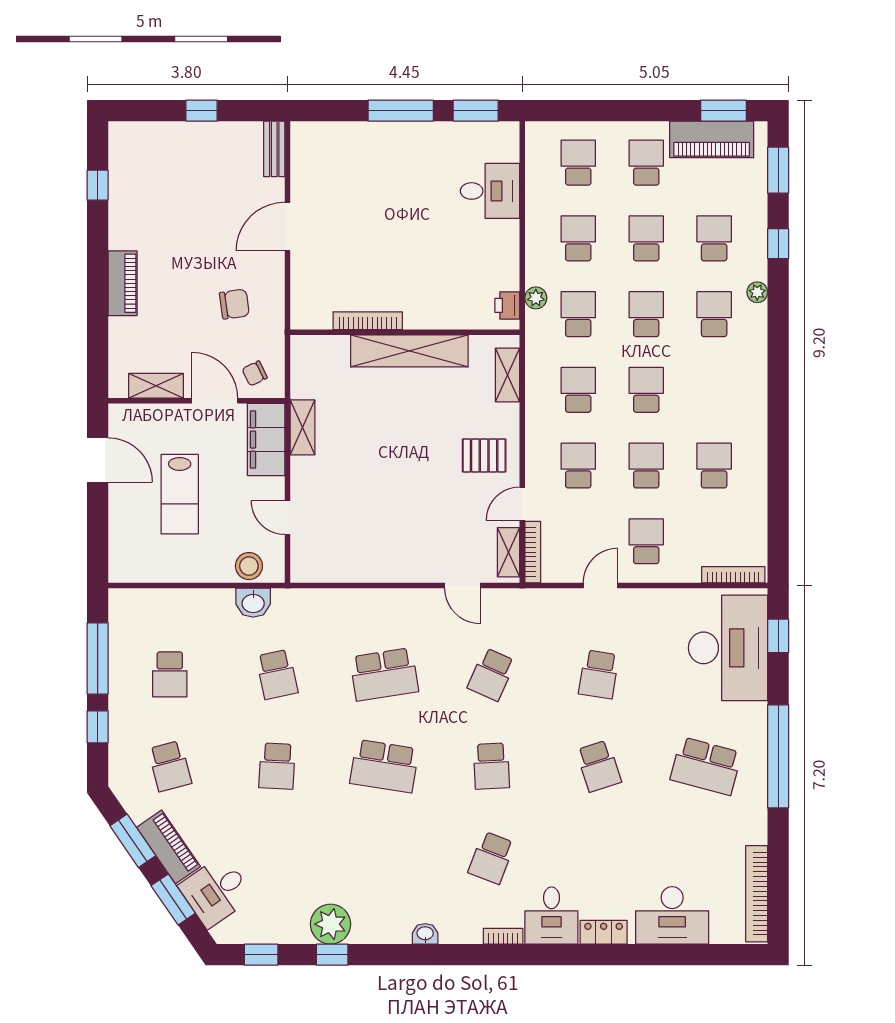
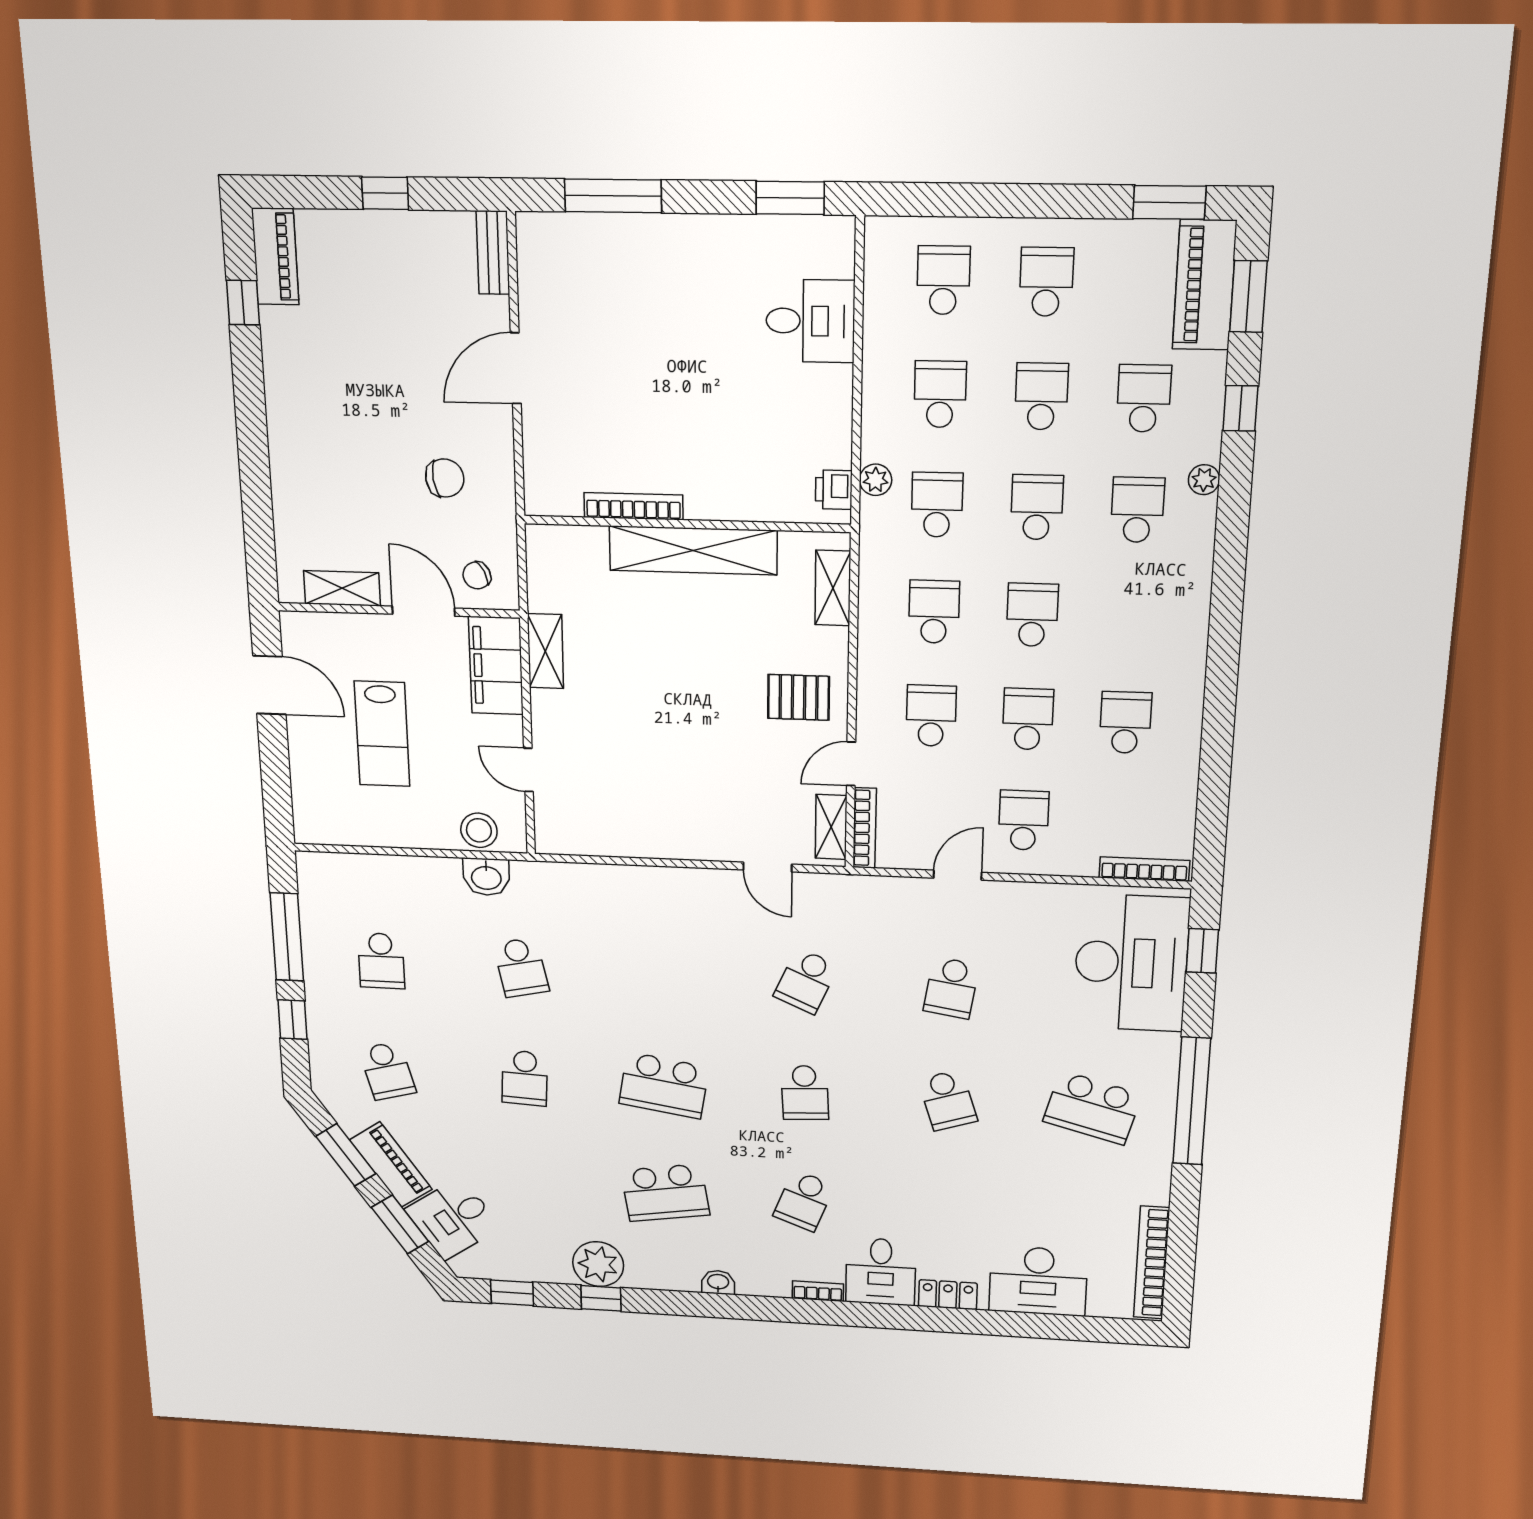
window: (401, 111) -> (613, 196), moved
piano: (712, 139) -> (1204, 285), moved, turned 90
piano: (123, 283) -> (275, 256), moved
school desk: (384, 674) -> (665, 1193), moved

